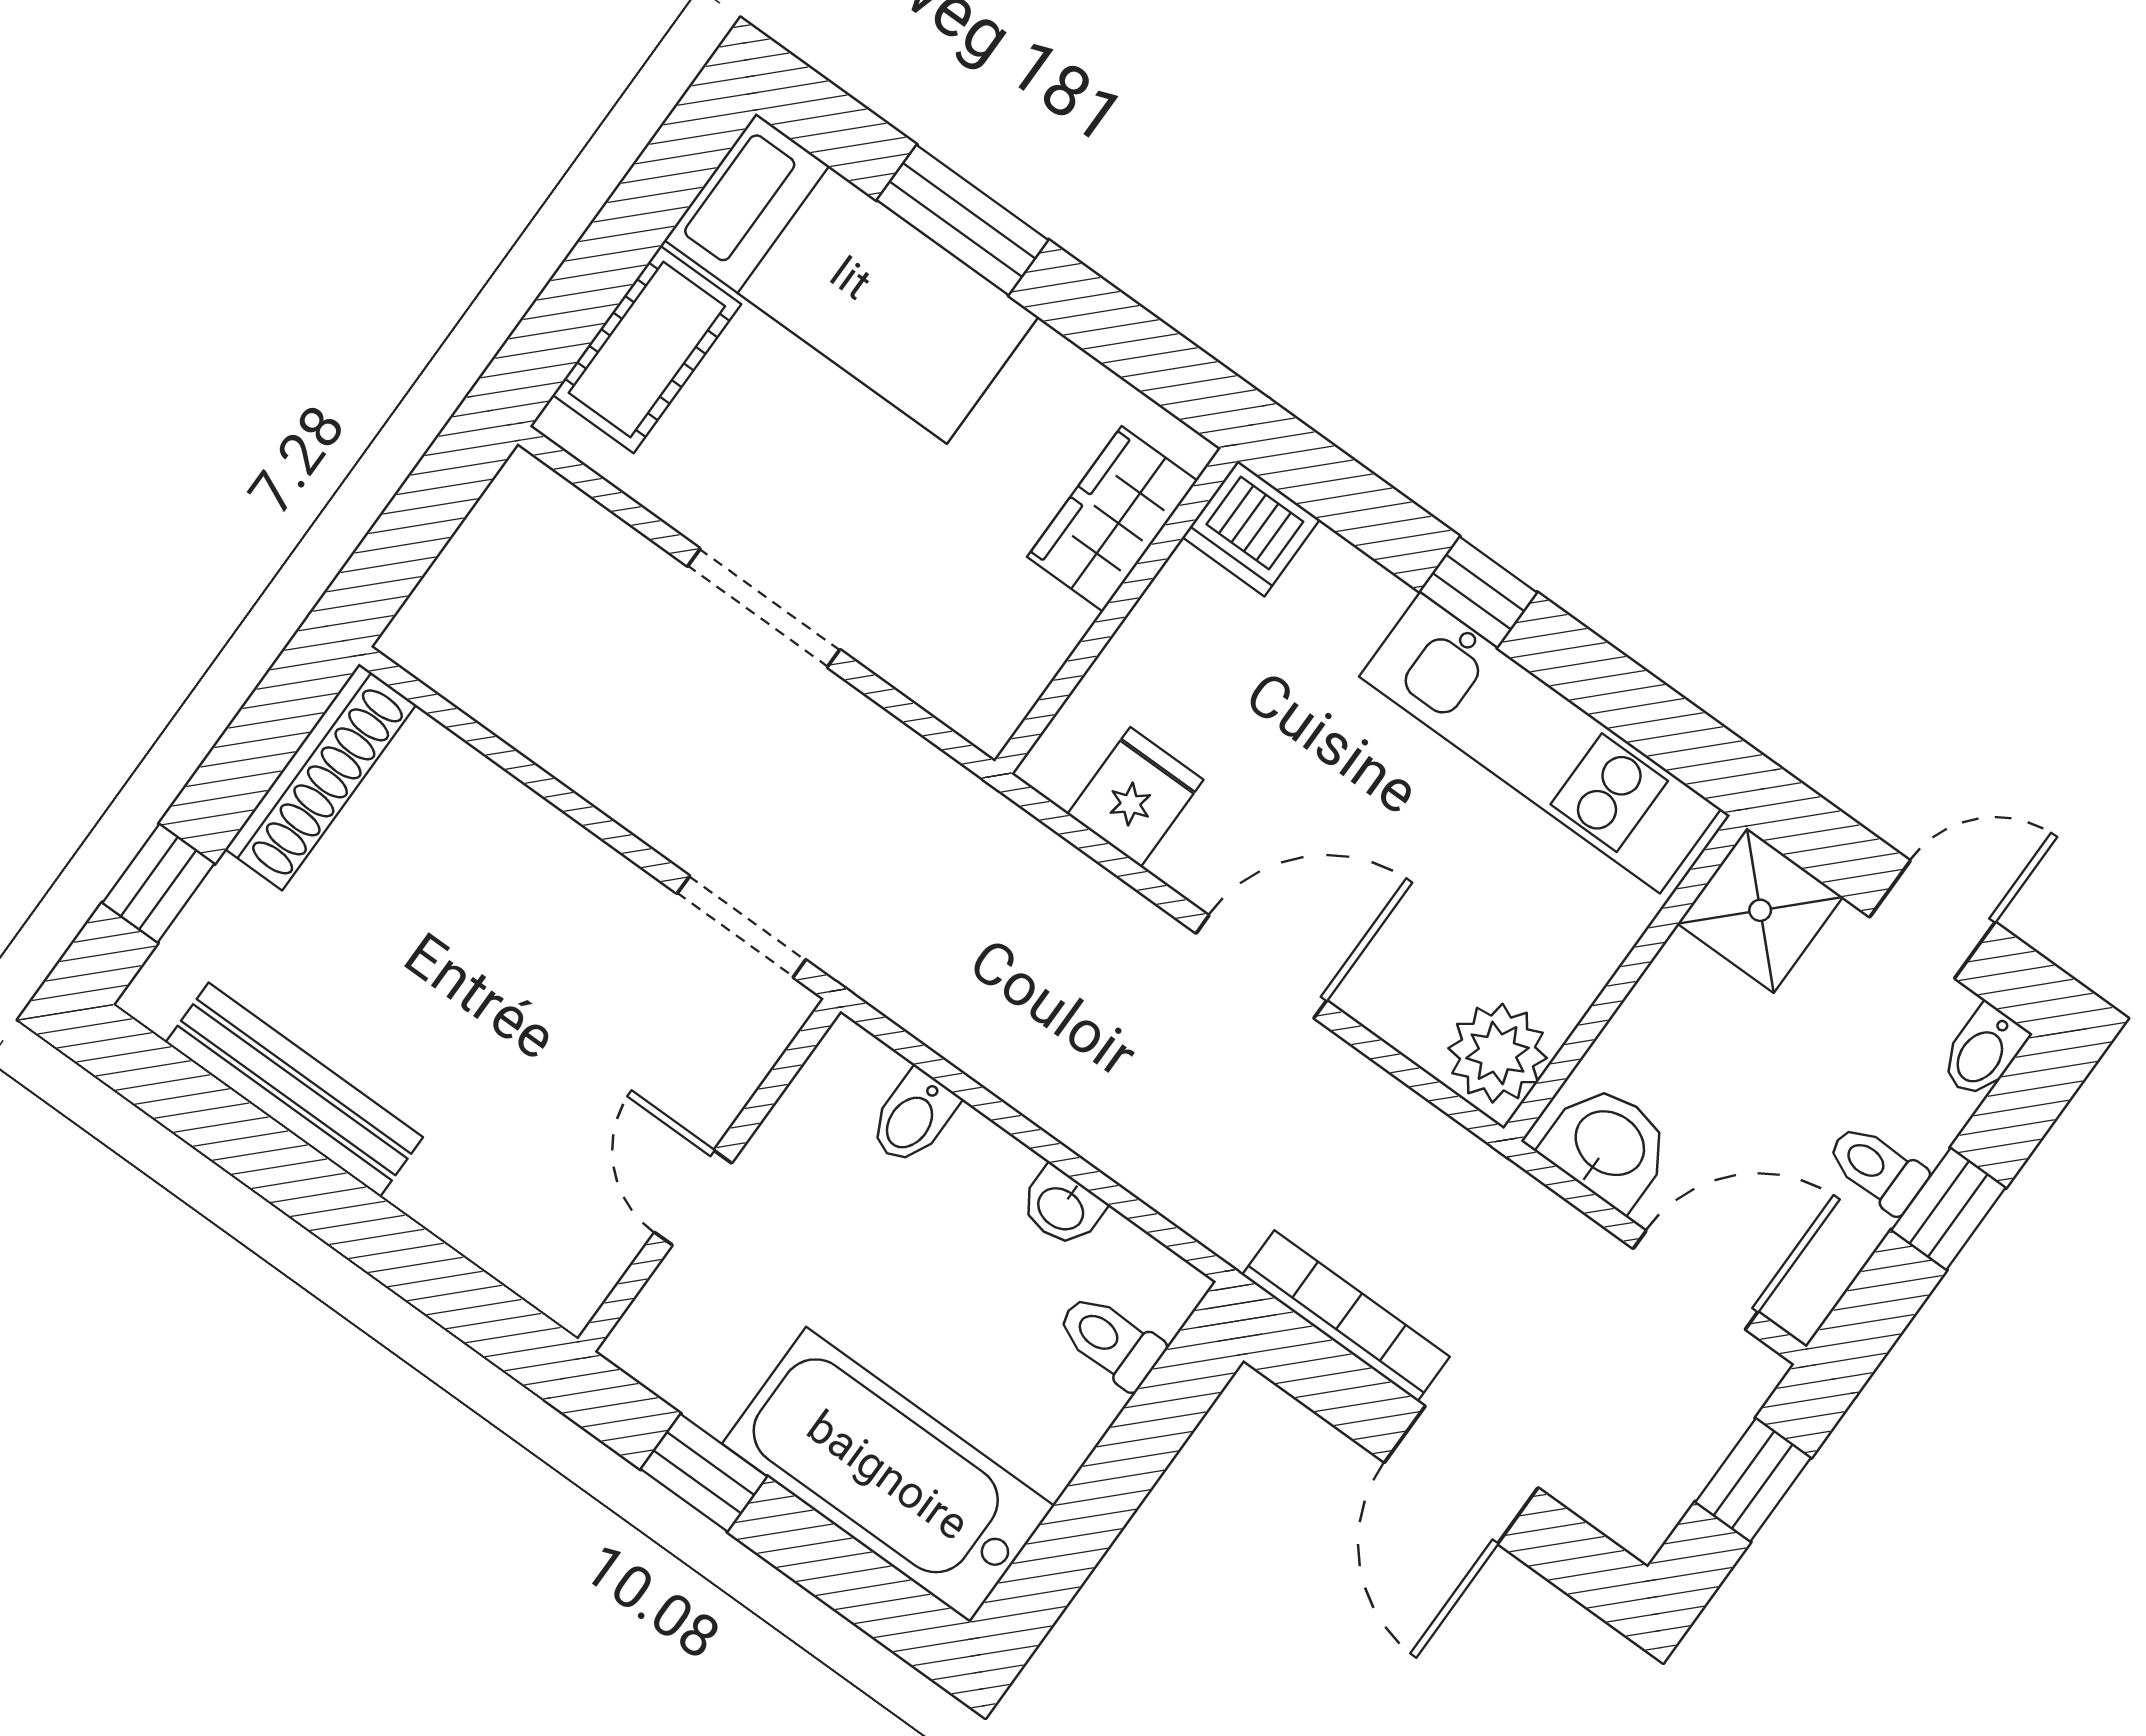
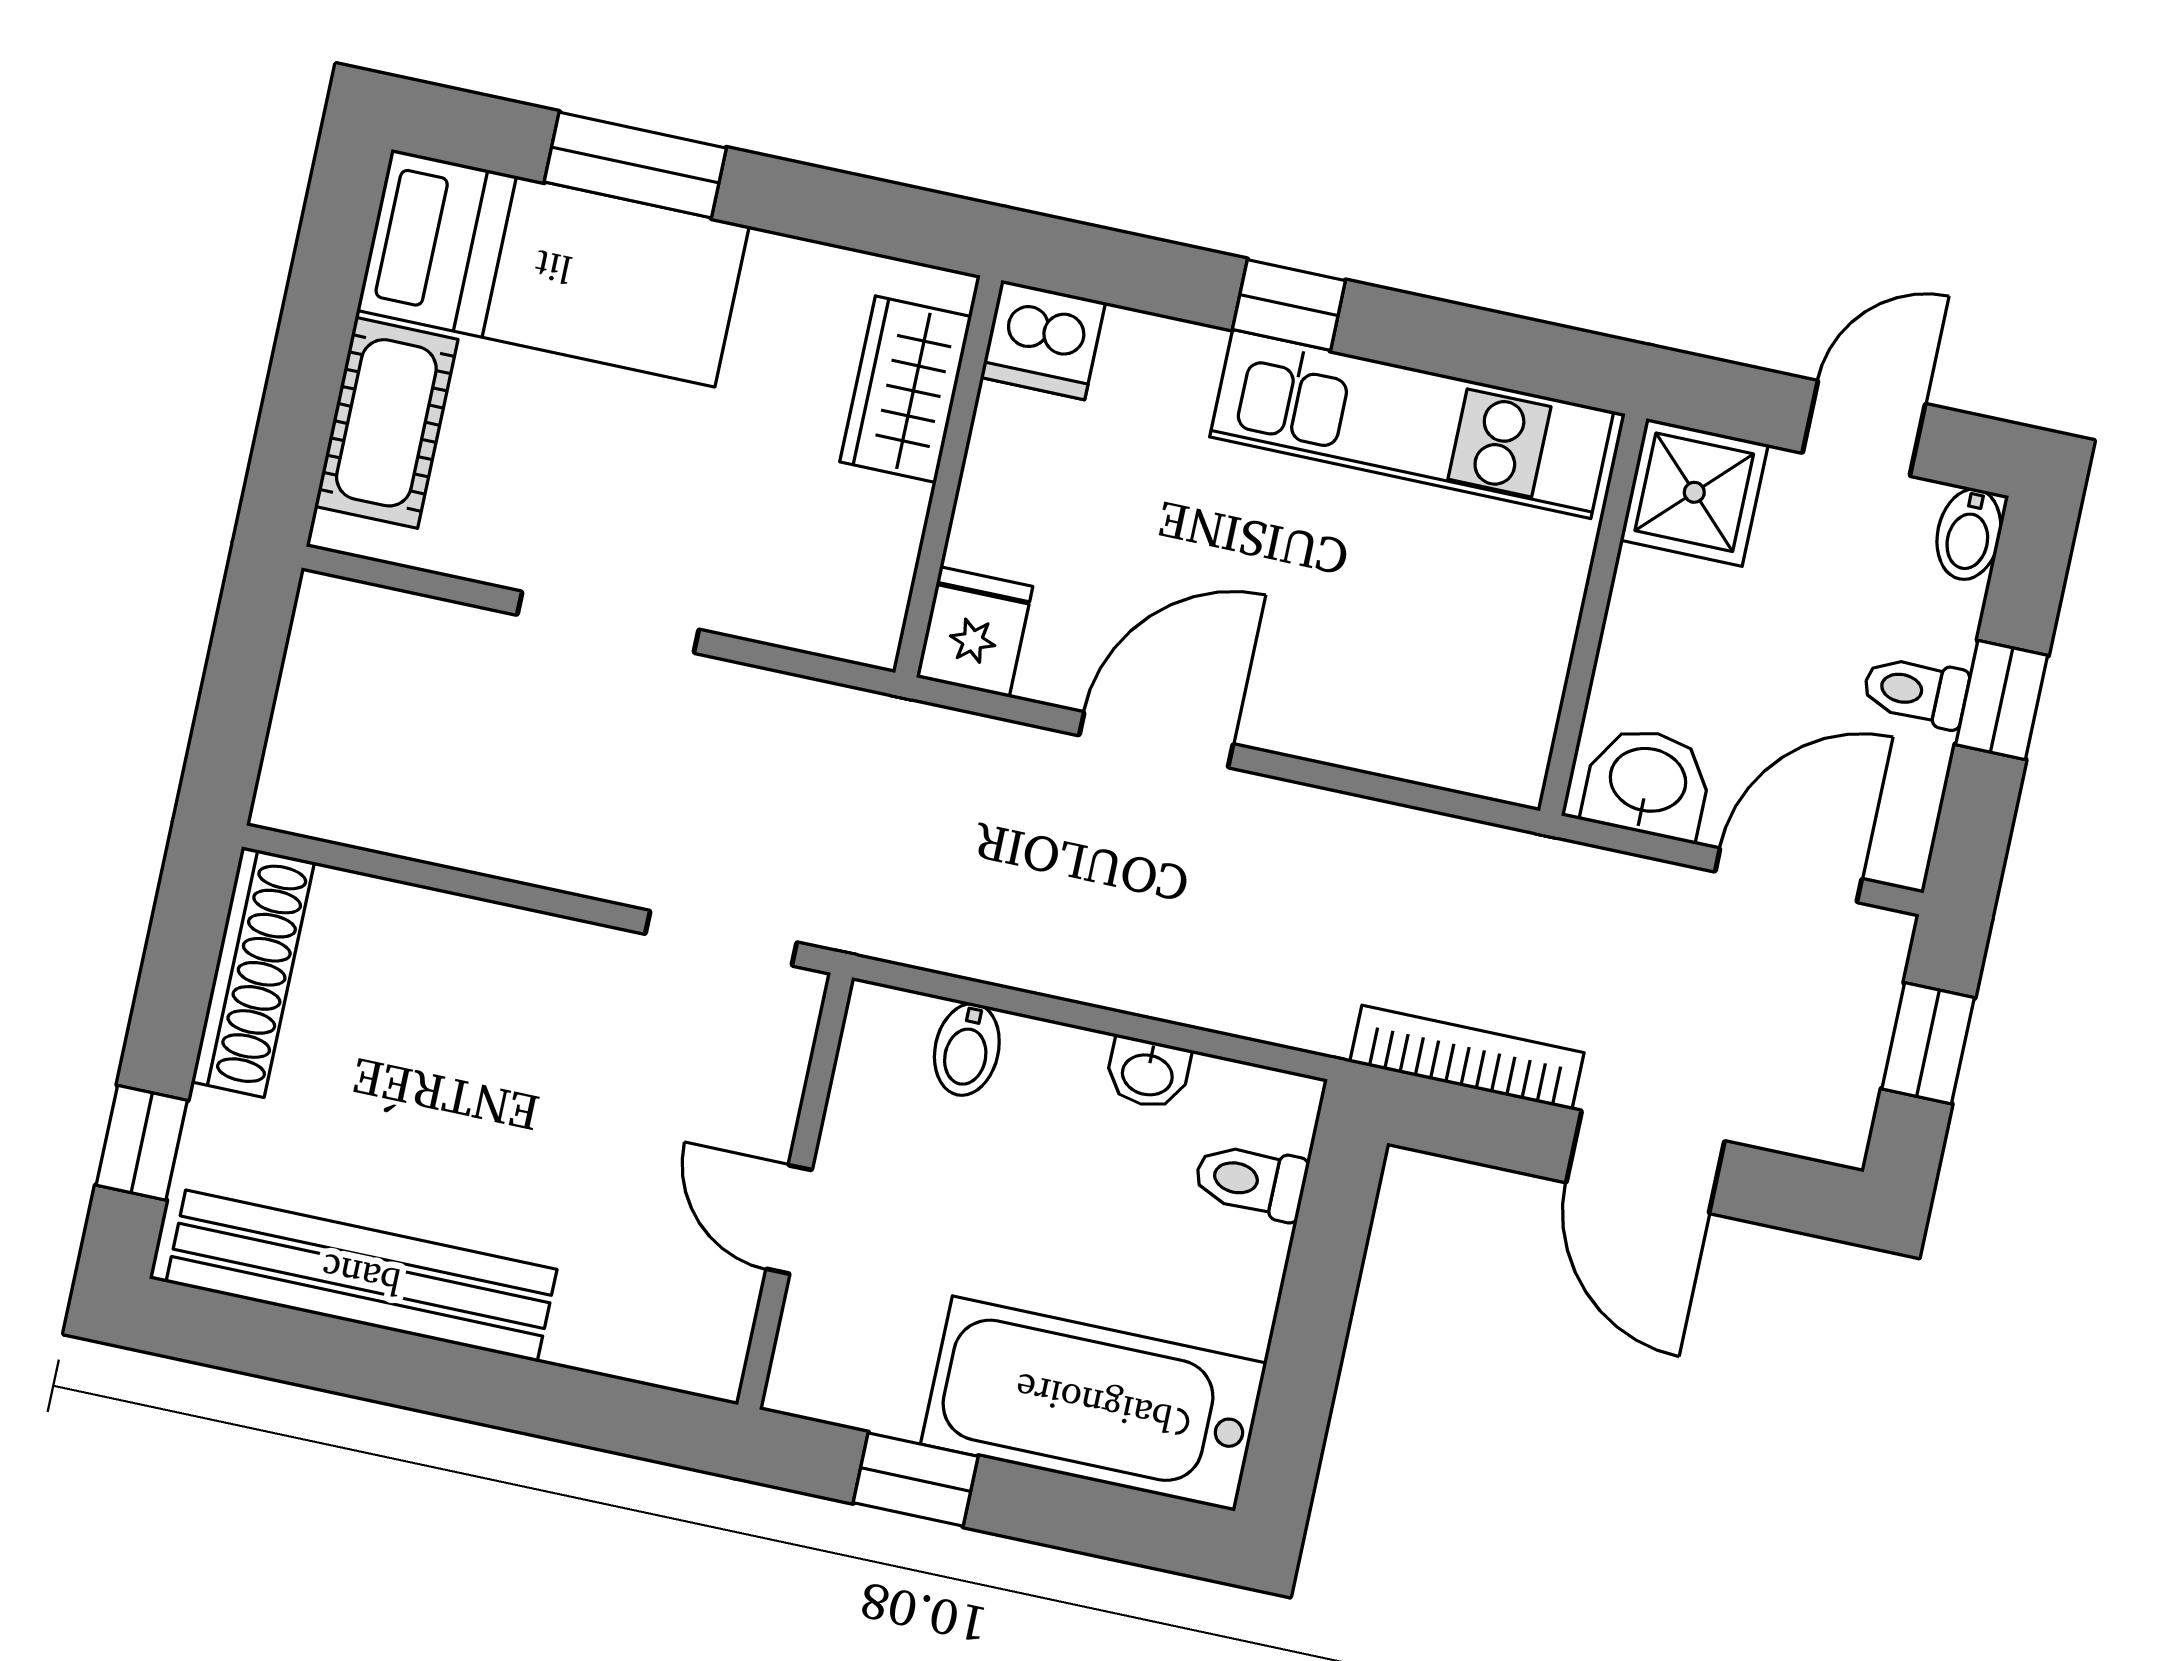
fridge: (1135, 797) -> (975, 632), moved
door: (1261, 967) -> (1156, 740), moved
plant: (1498, 1053) -> (1502, 741), removed
bench: (294, 1090) -> (361, 1276), width x1.37, depth x1.21

